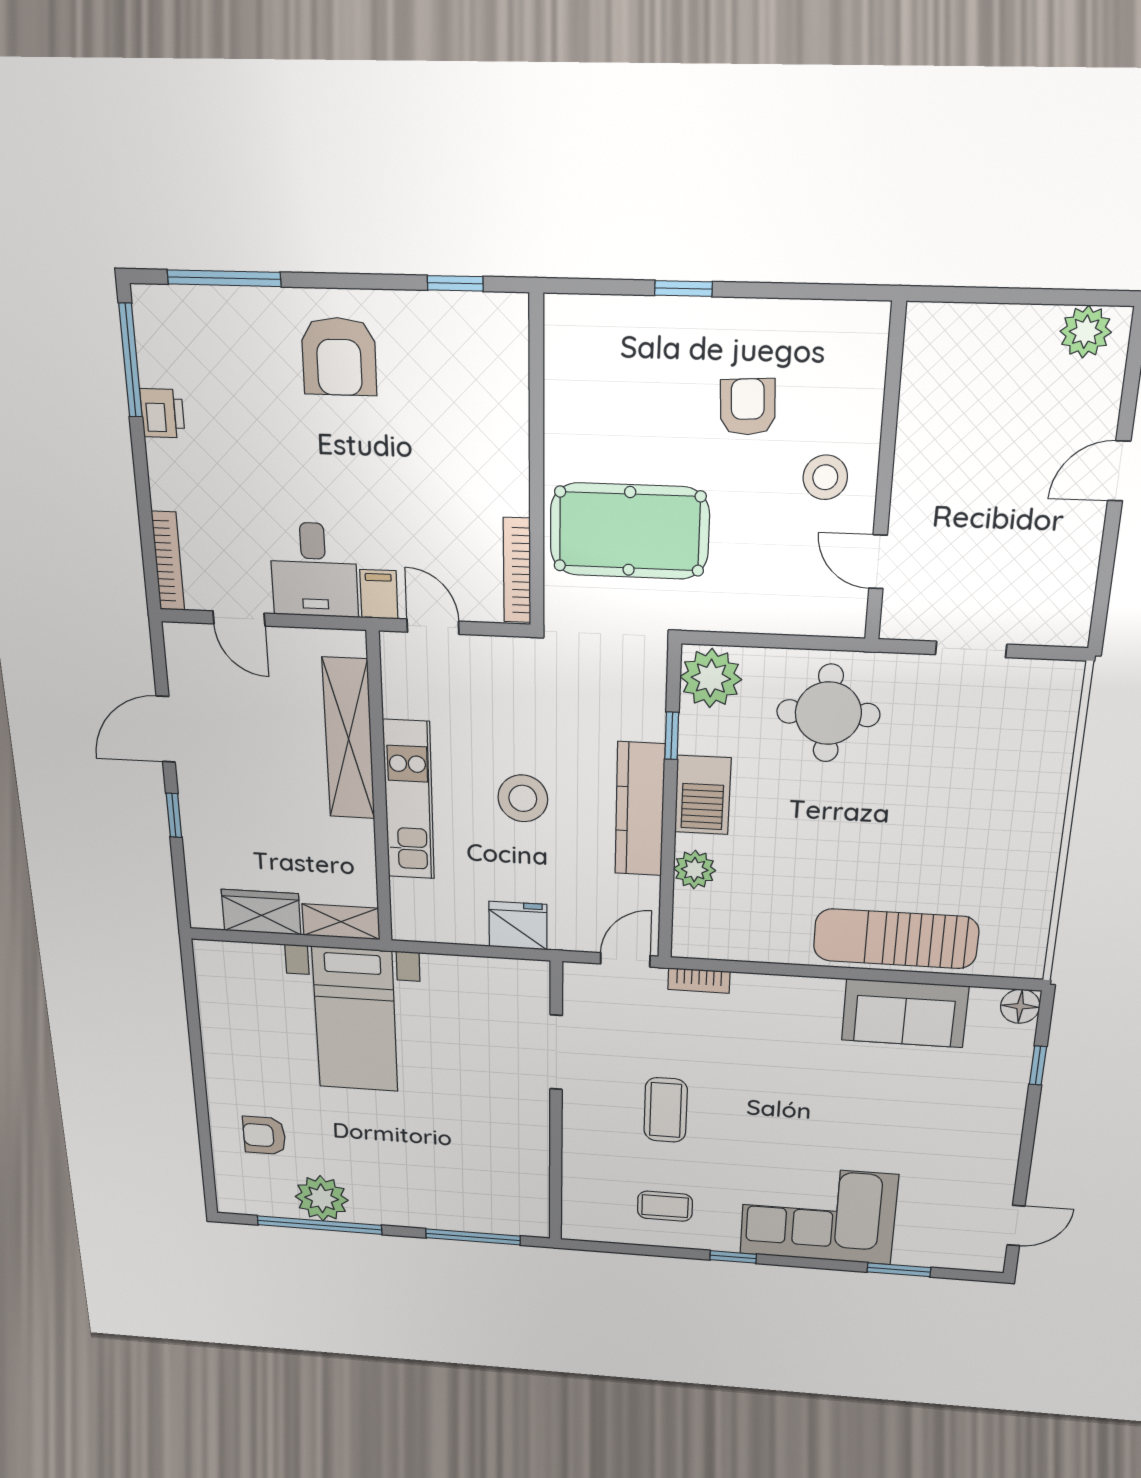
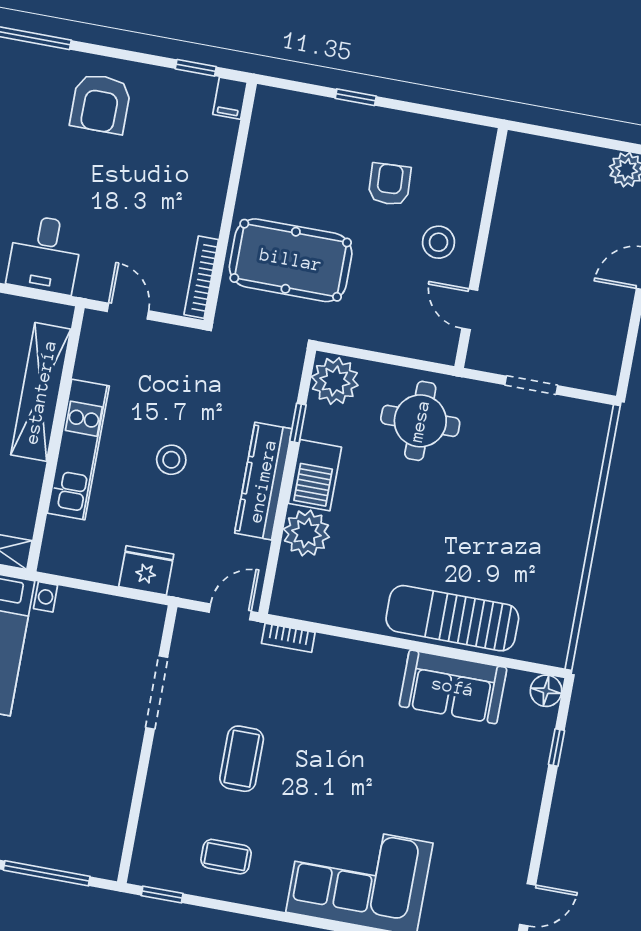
filing cabinet: (379, 594) -> (230, 98), moved, turned 180
stool: (523, 798) -> (171, 460), width x0.73, depth x0.73
plant: (695, 870) -> (306, 533), width x1.36, depth x1.36
window: (733, 1257) -> (162, 894), moved

